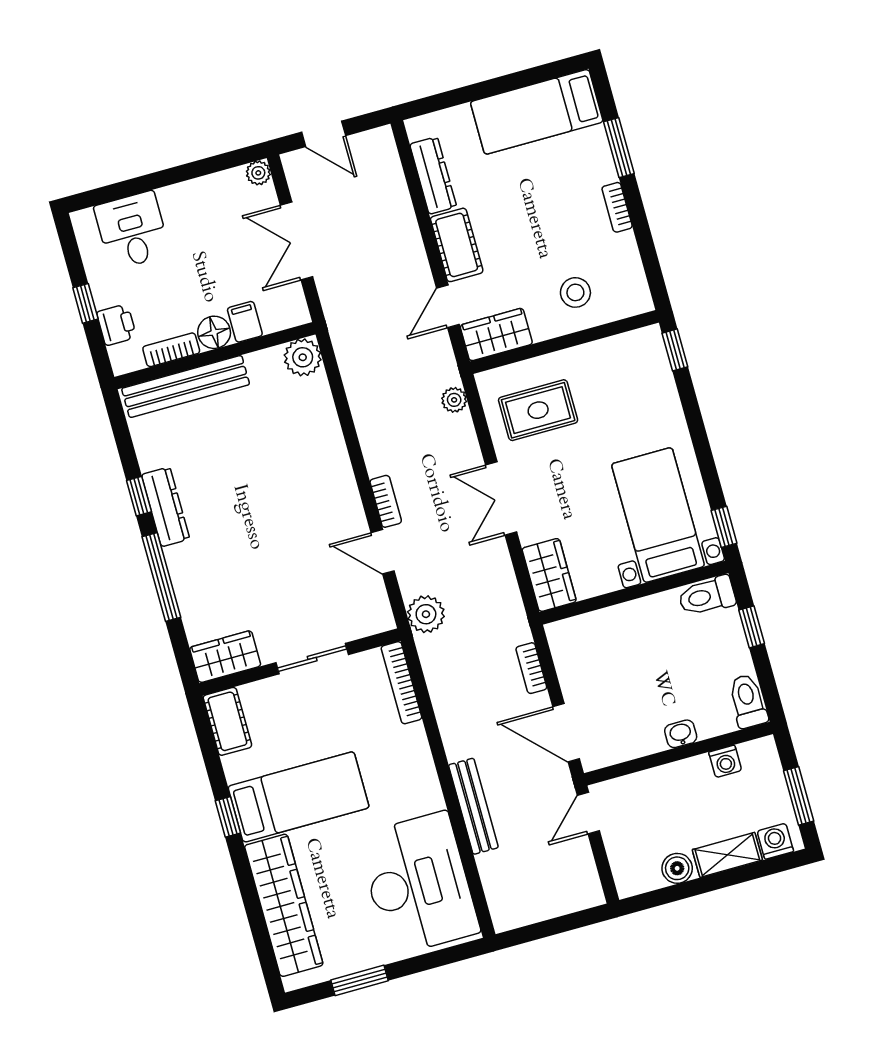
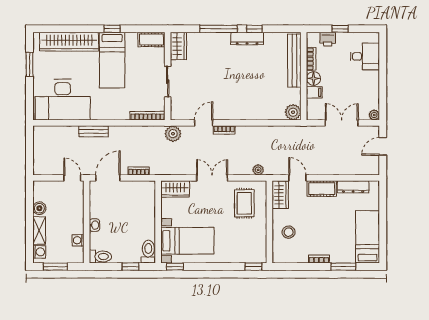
bench: (473, 806) -> (94, 131), width x0.73

